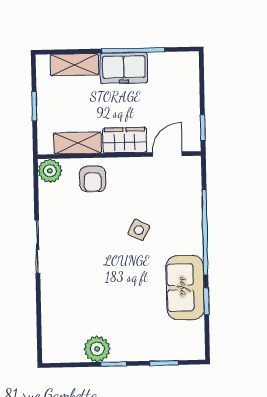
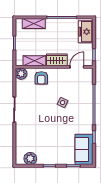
freezer: (124, 68) -> (86, 32), moved, turned 90
sofa: (185, 287) -> (84, 149), moved
plant: (97, 349) -> (30, 159), moved

